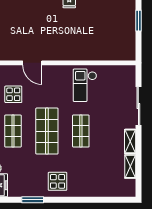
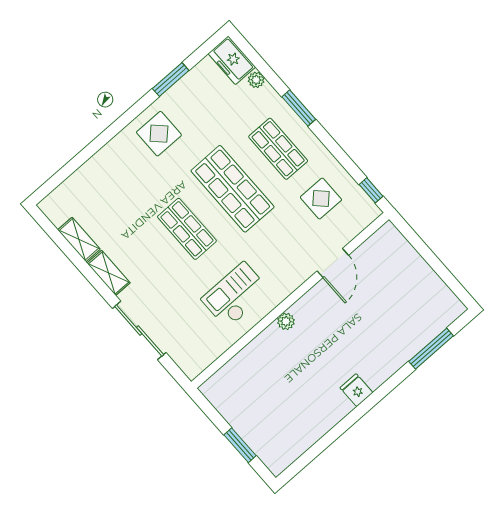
plant: (73, 56) -> (286, 321), added
door: (32, 63) -> (333, 263), swing flipped
checkout: (85, 85) -> (236, 295), turned -90

